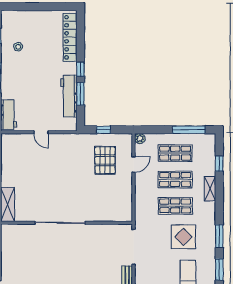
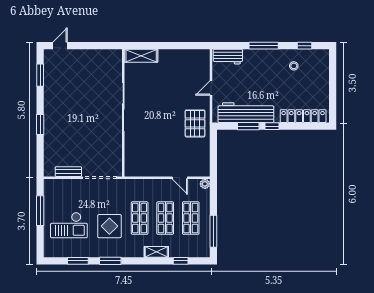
workbench: (69, 96) -> (246, 113), width x1.36, depth x1.32
window: (103, 130) -> (213, 149), removed
pallet: (105, 160) -> (195, 123), moved, turned 90

